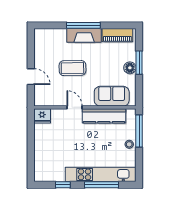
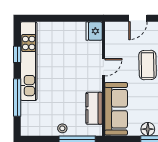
sofa: (112, 96) -> (116, 109), width x1.36
kitchen counter: (104, 116) -> (94, 108), width x0.67
kitchen unit: (101, 174) -> (29, 61), moved

